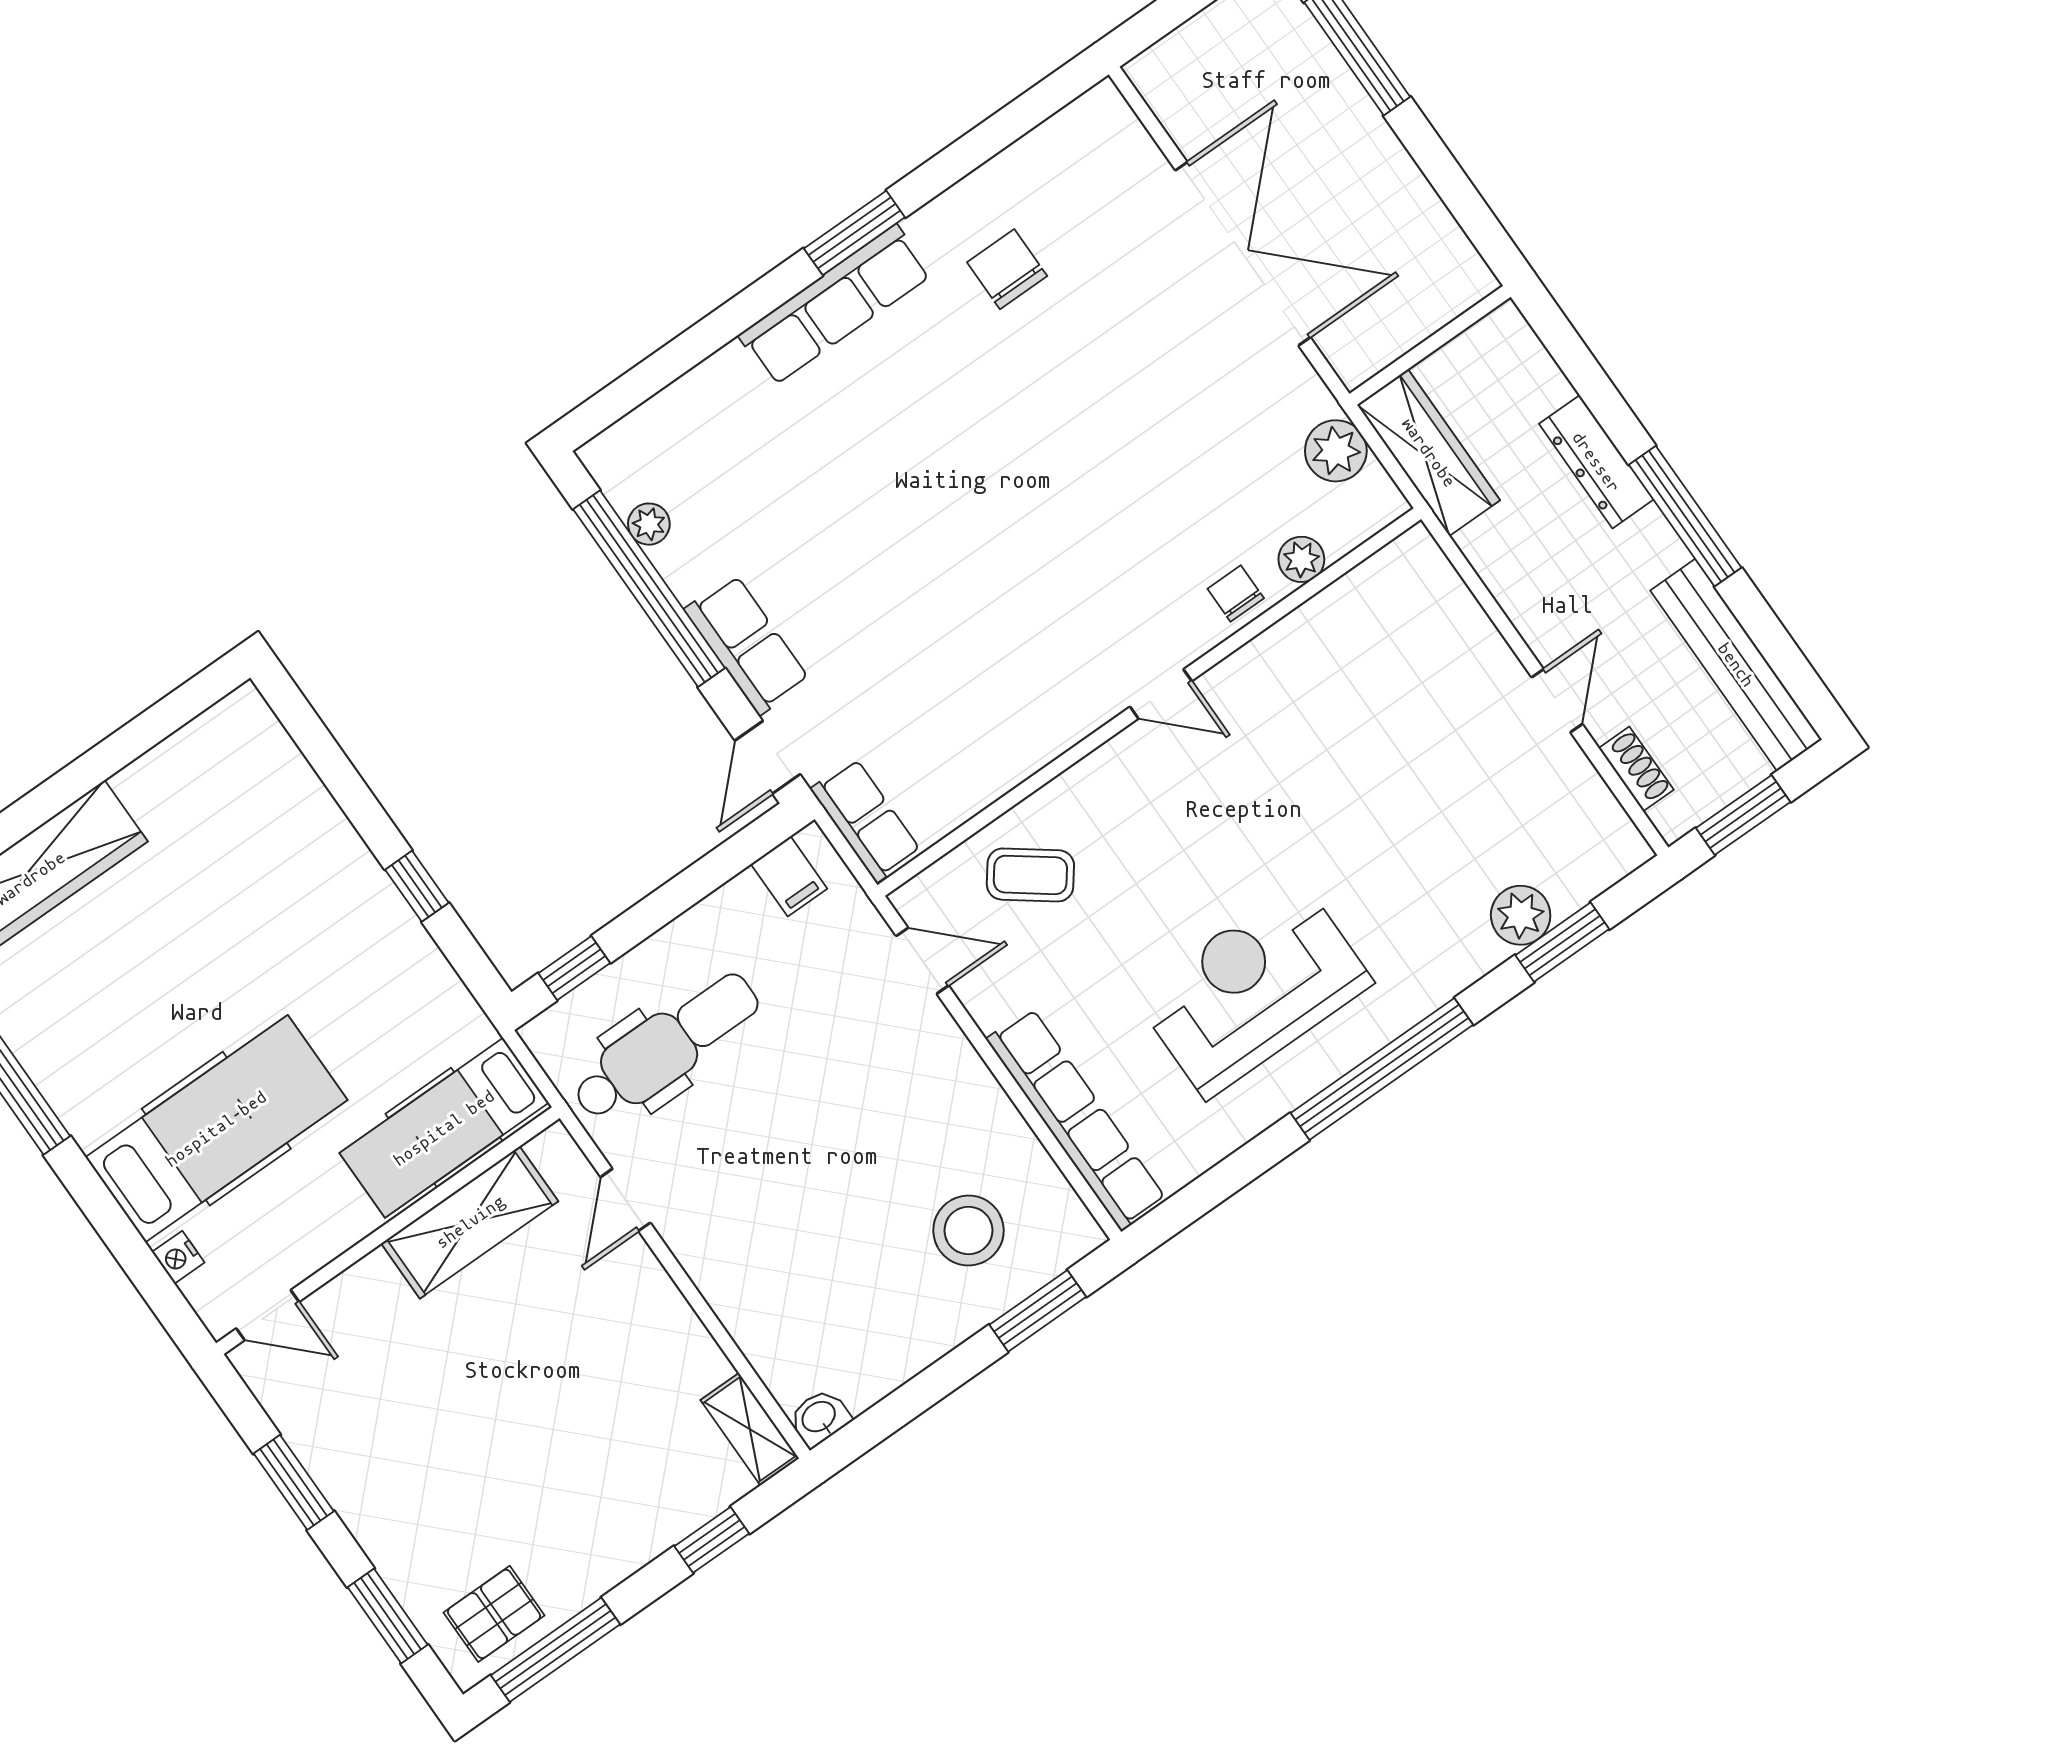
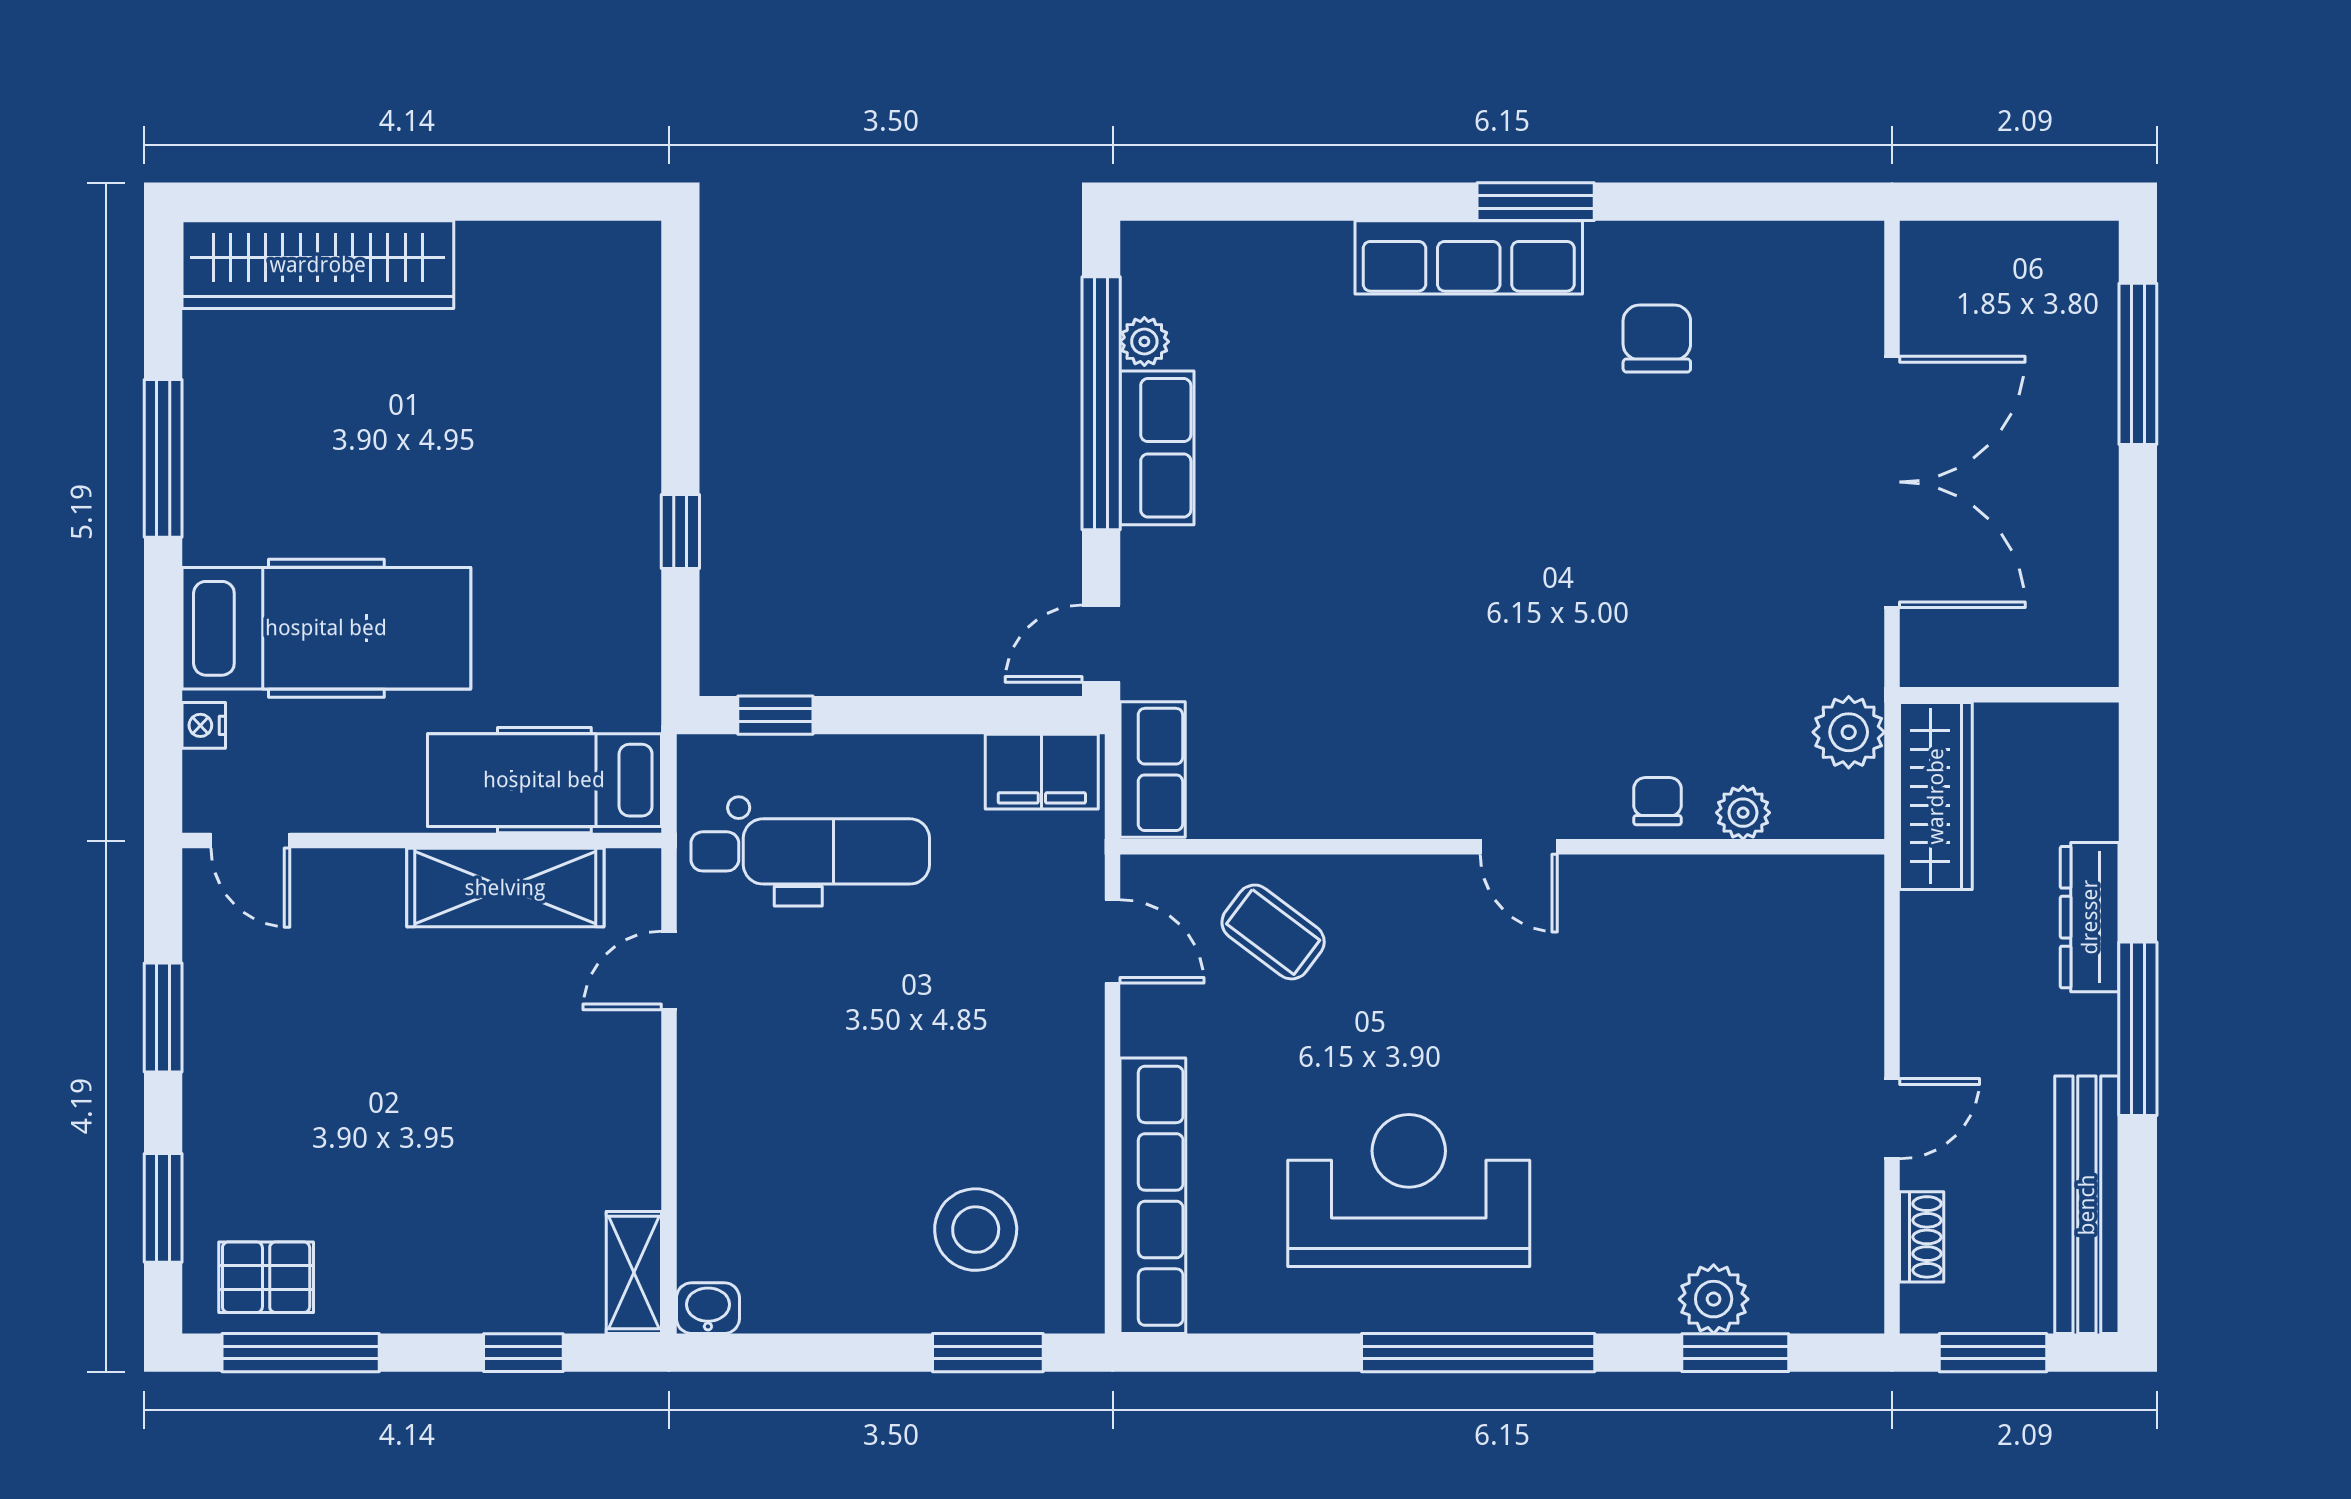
row of seats: (747, 645) -> (1157, 448), moved
filing cabinet: (789, 876) -> (1042, 772), width x2.00

